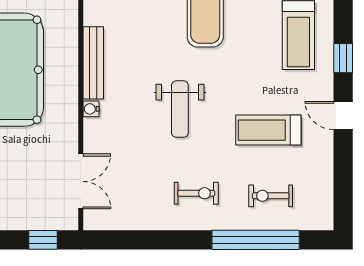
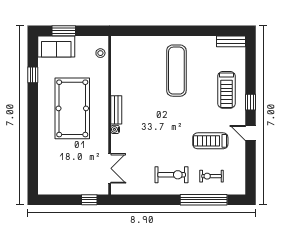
bench: (93, 63) -> (116, 110), width x0.73
weight bench: (180, 109) -> (163, 130), removed
exercise bike: (196, 193) -> (172, 175), width x1.38, depth x1.39

